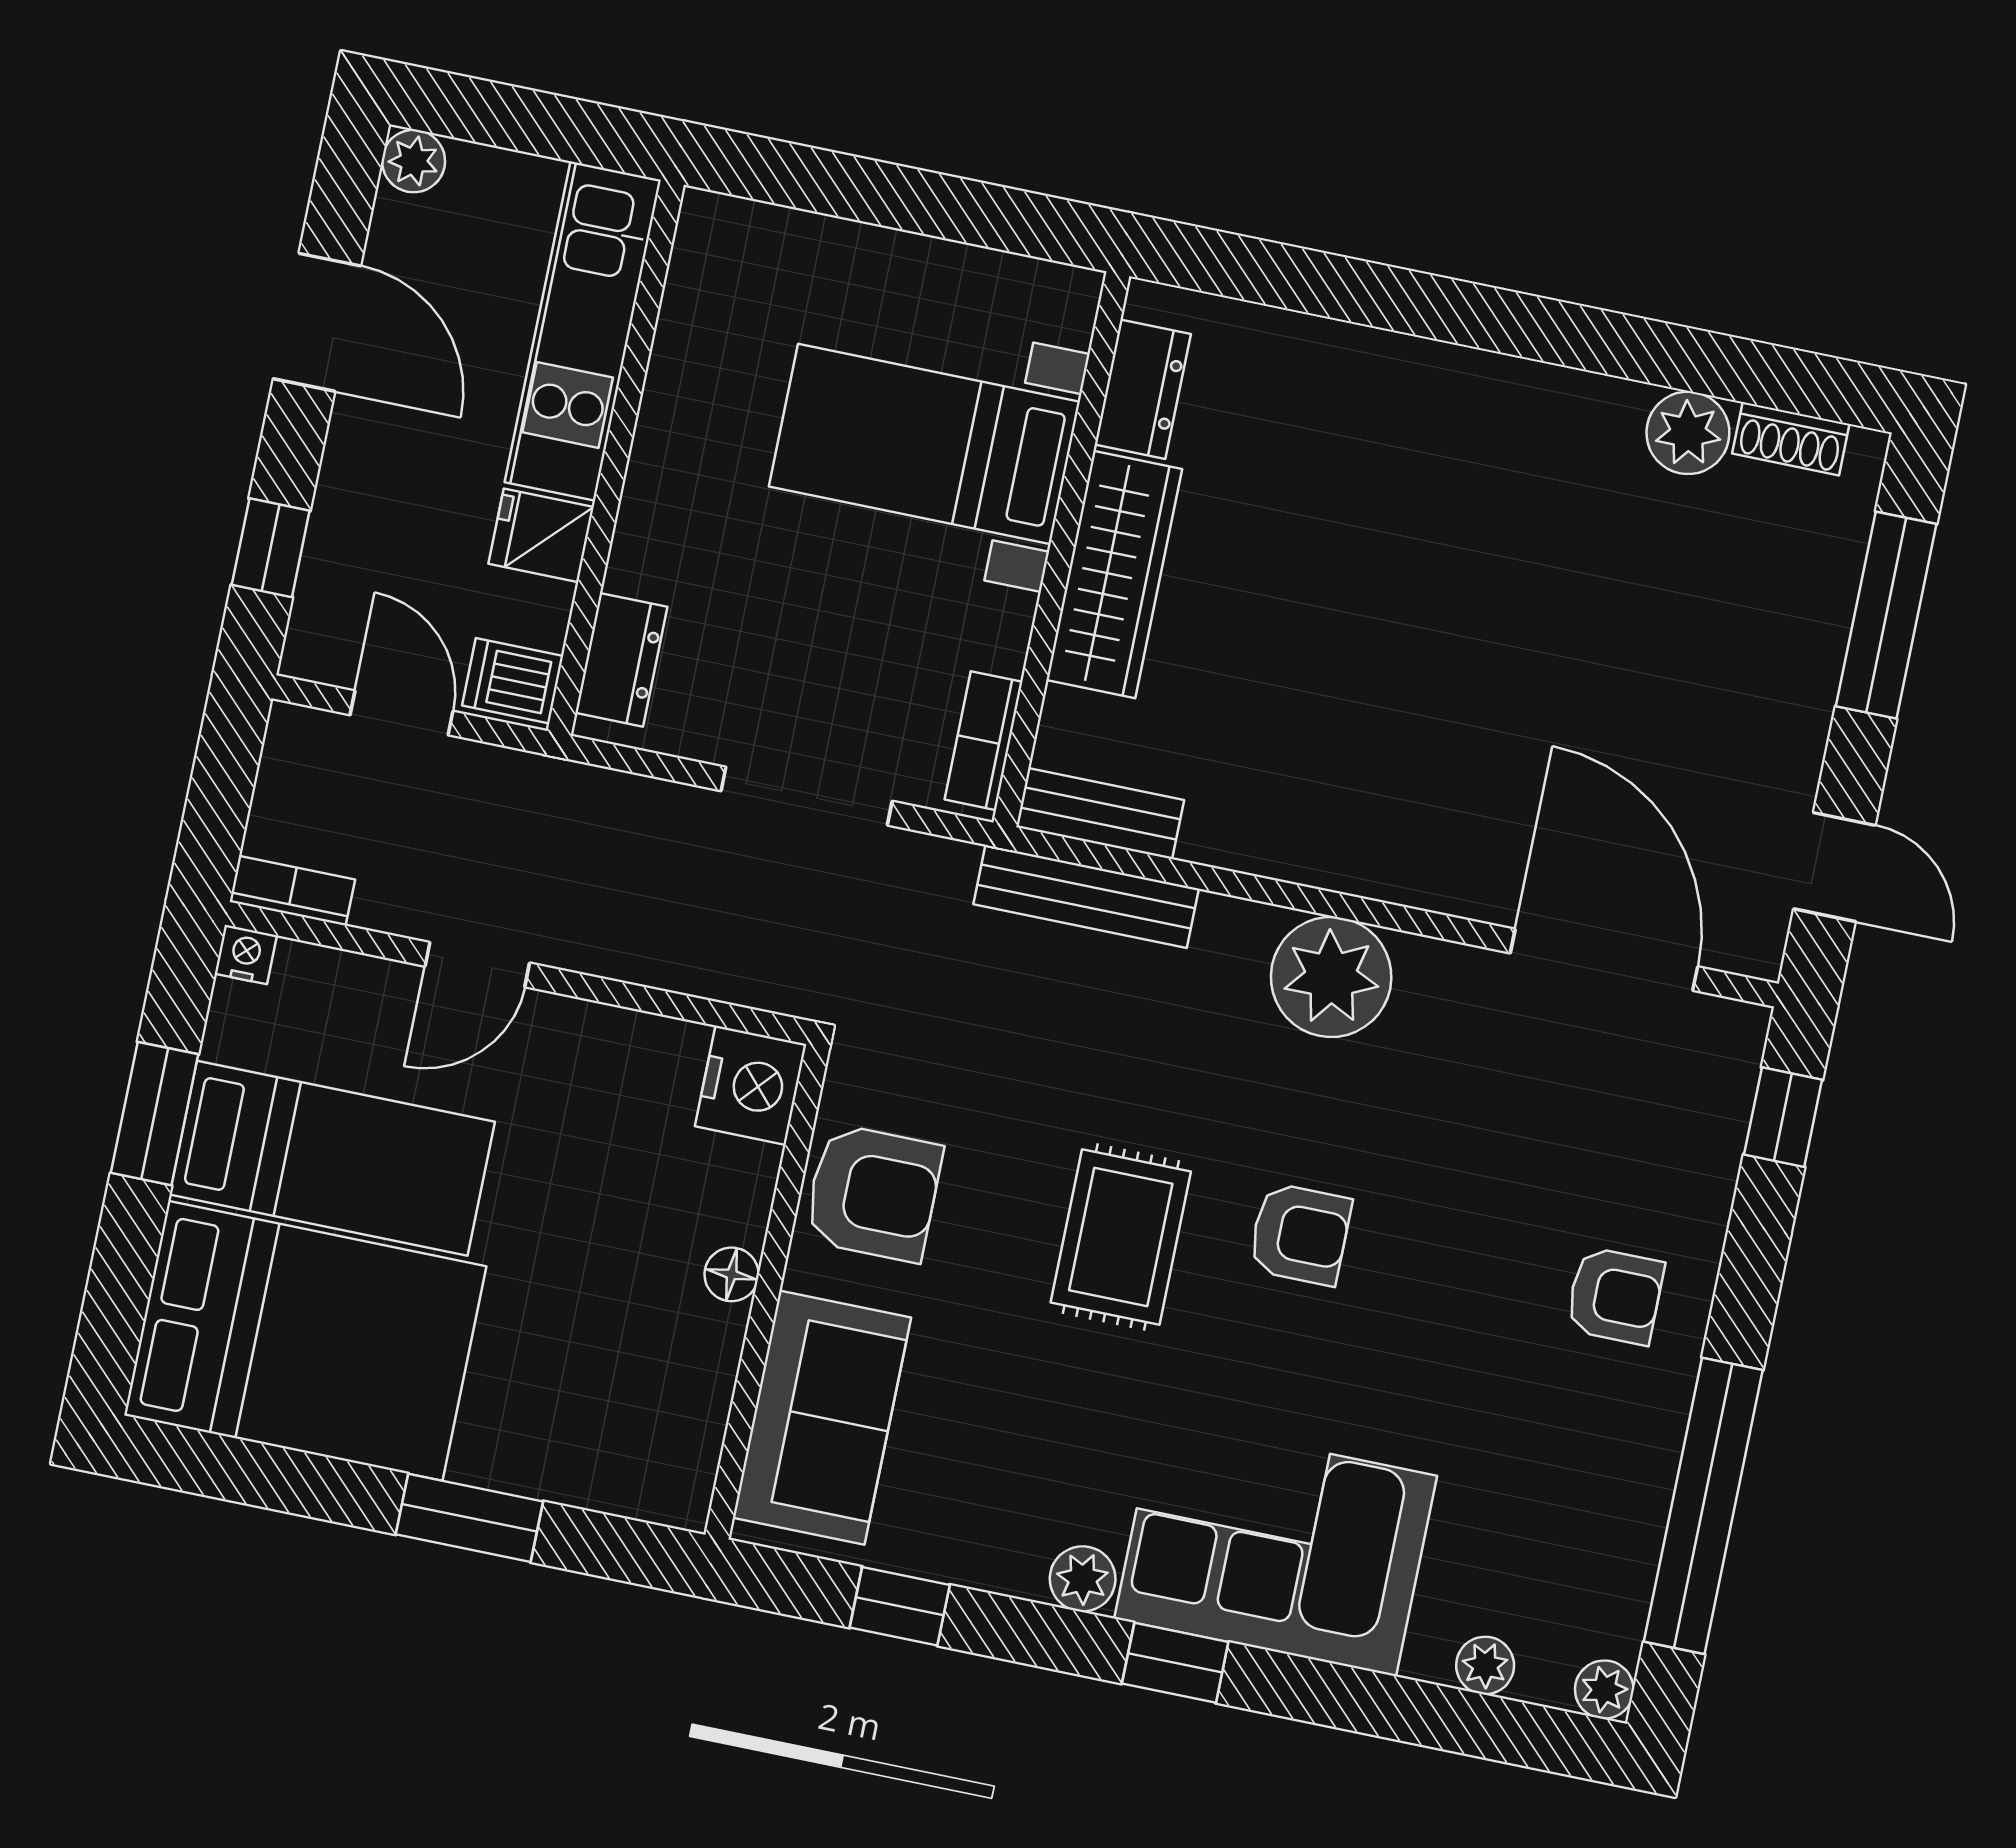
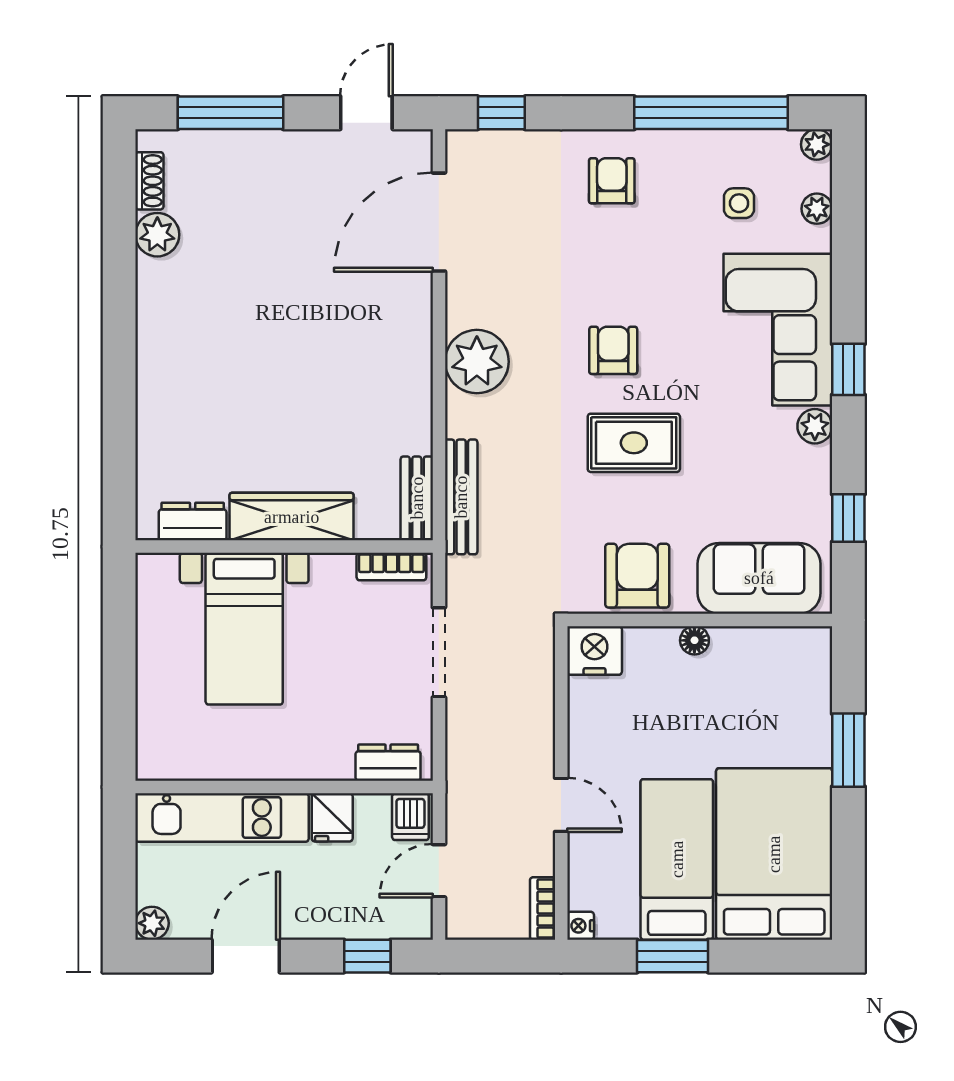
side table: (1525, 1523) -> (739, 203), added

